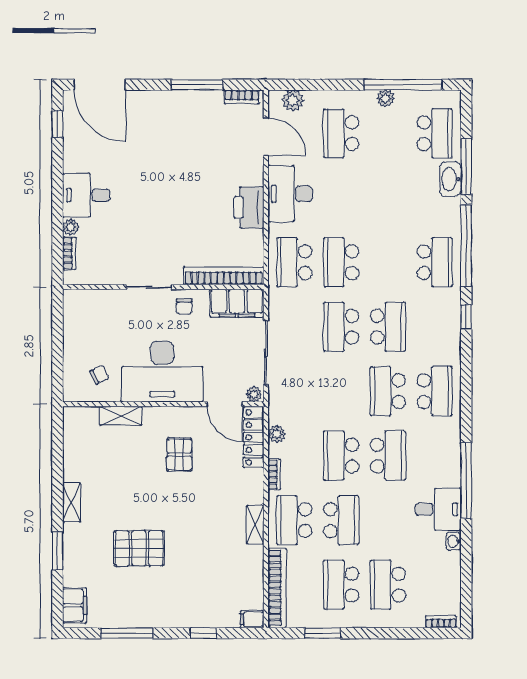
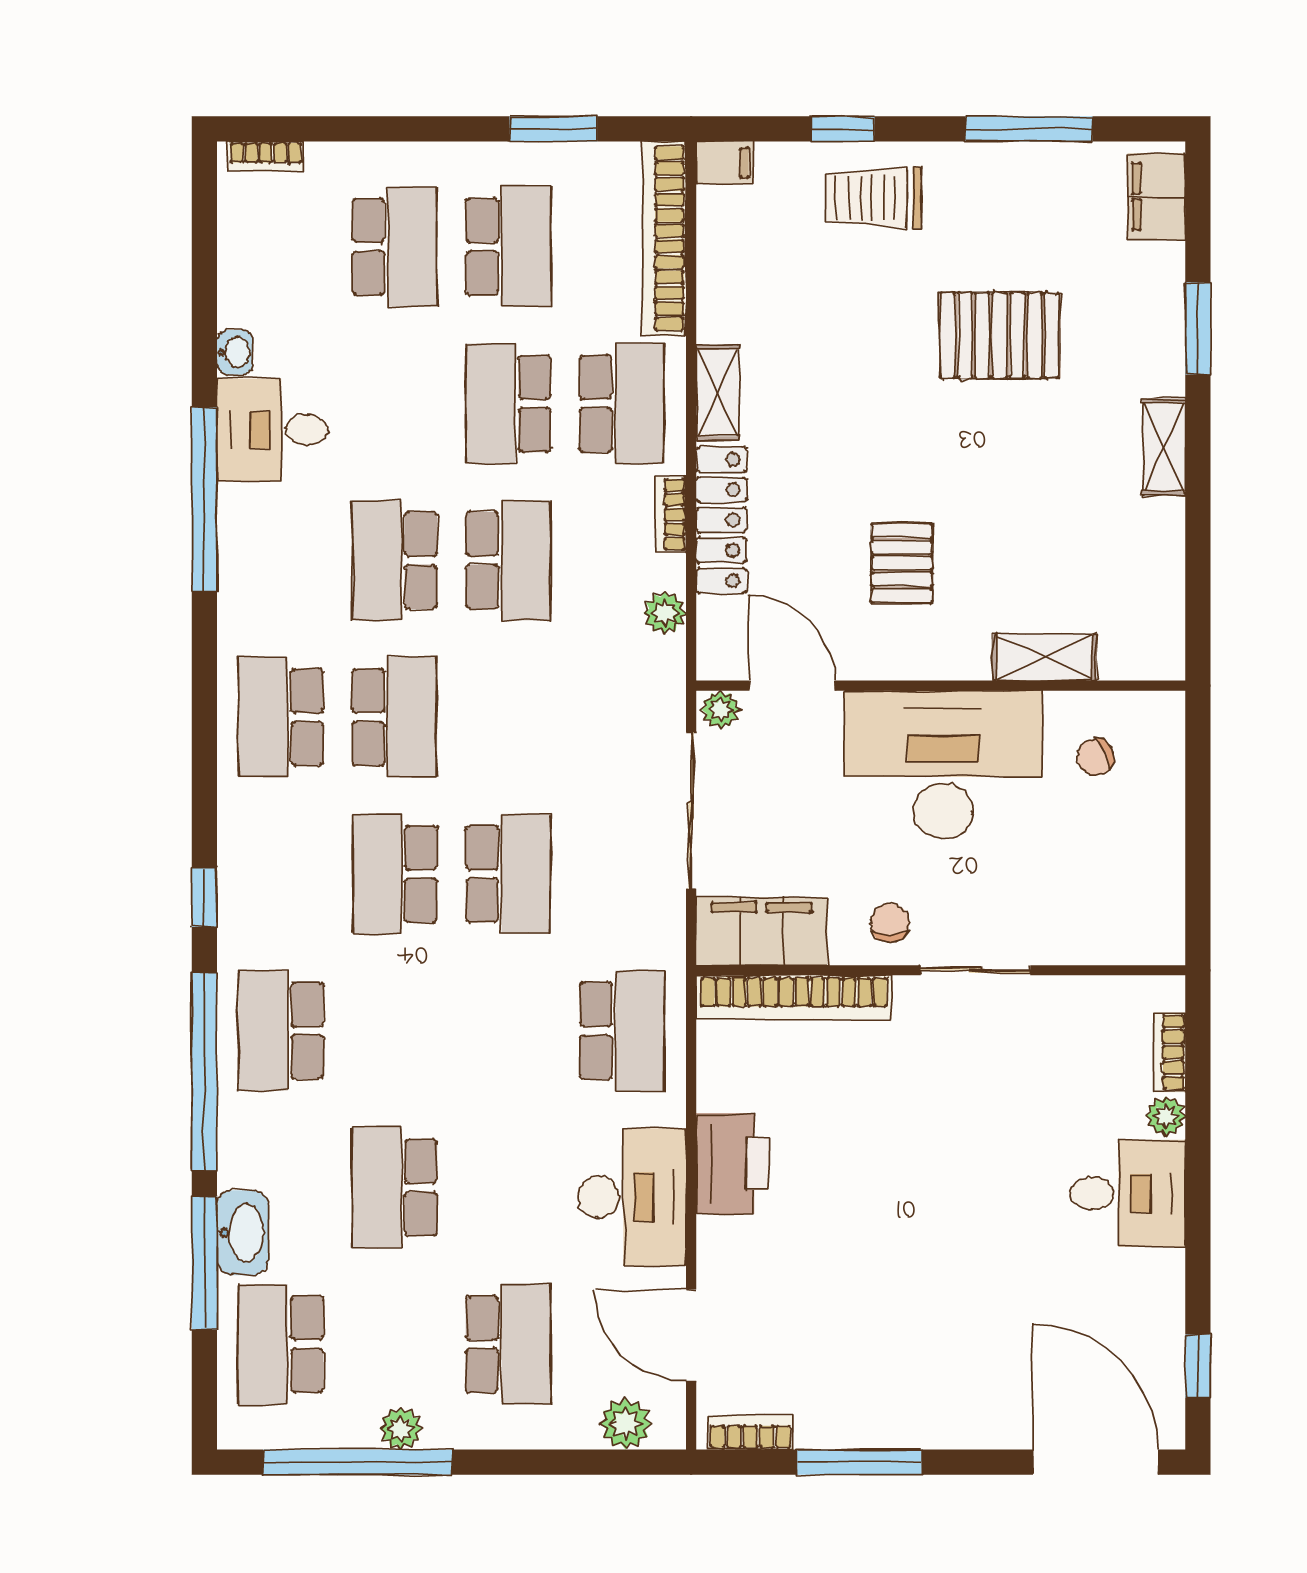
school desk: (341, 262) -> (395, 1187), moved, turned 180
locker: (254, 437) -> (721, 520), moved
trolley: (191, 605) -> (873, 198), added

